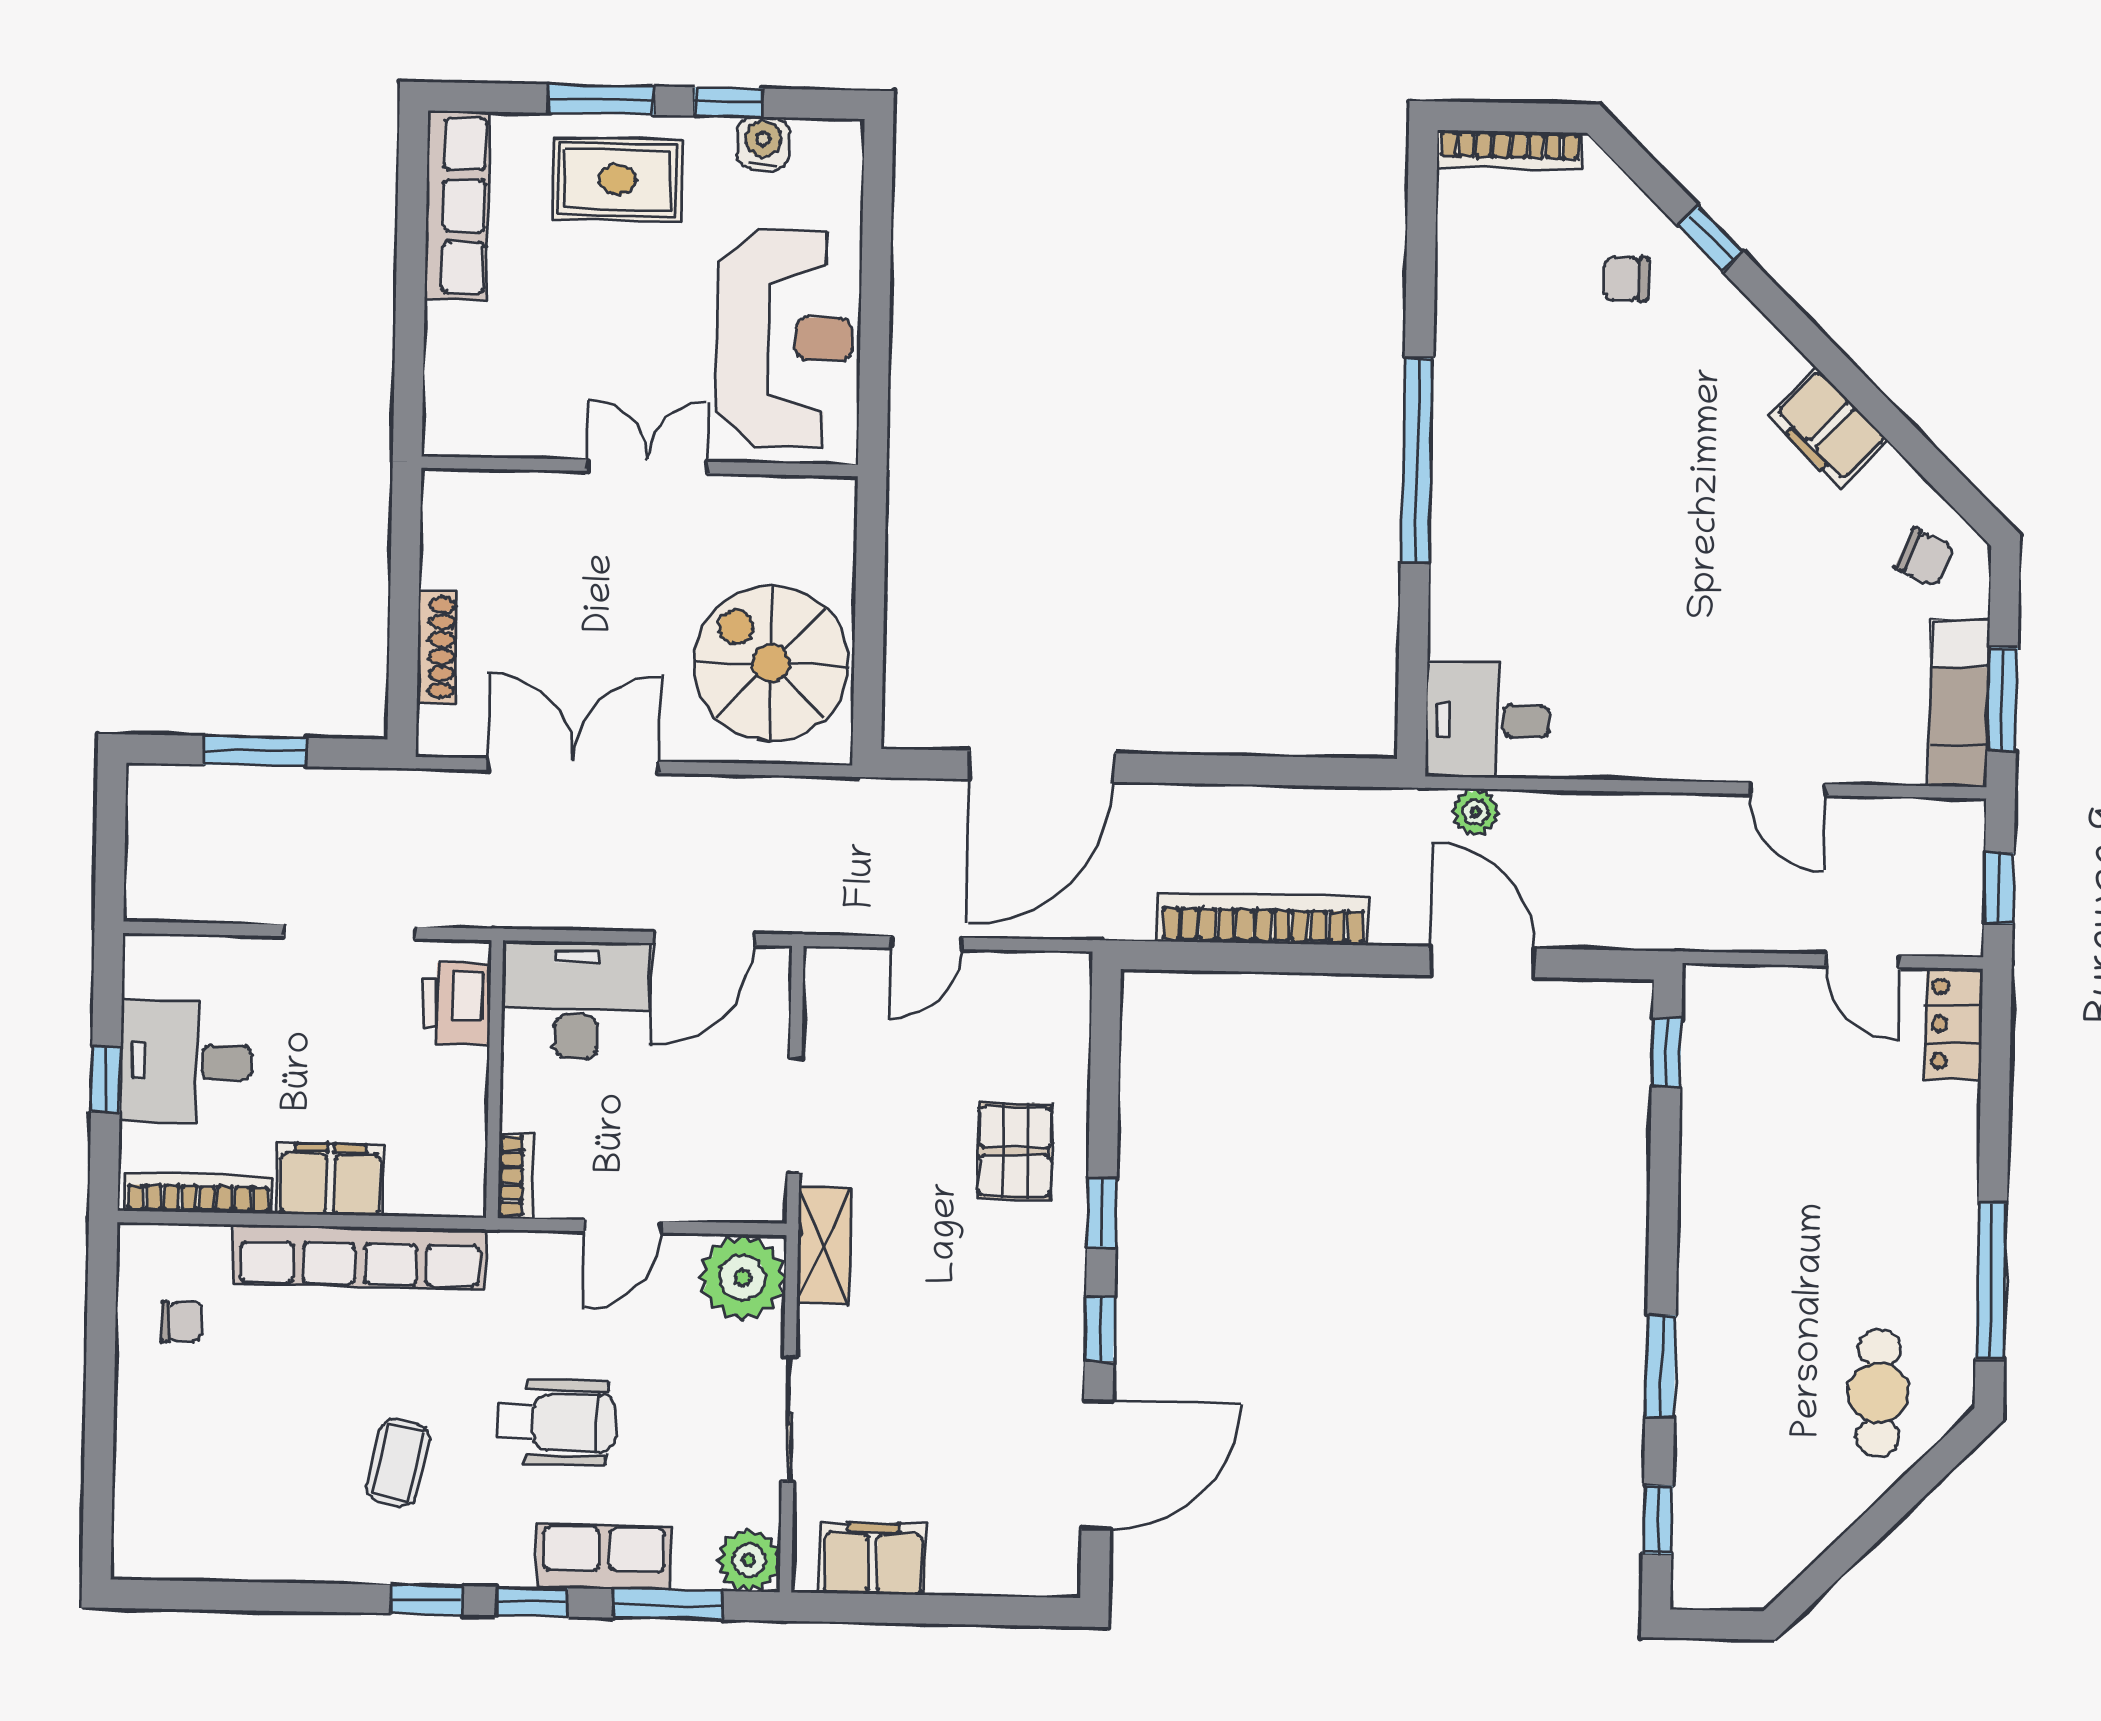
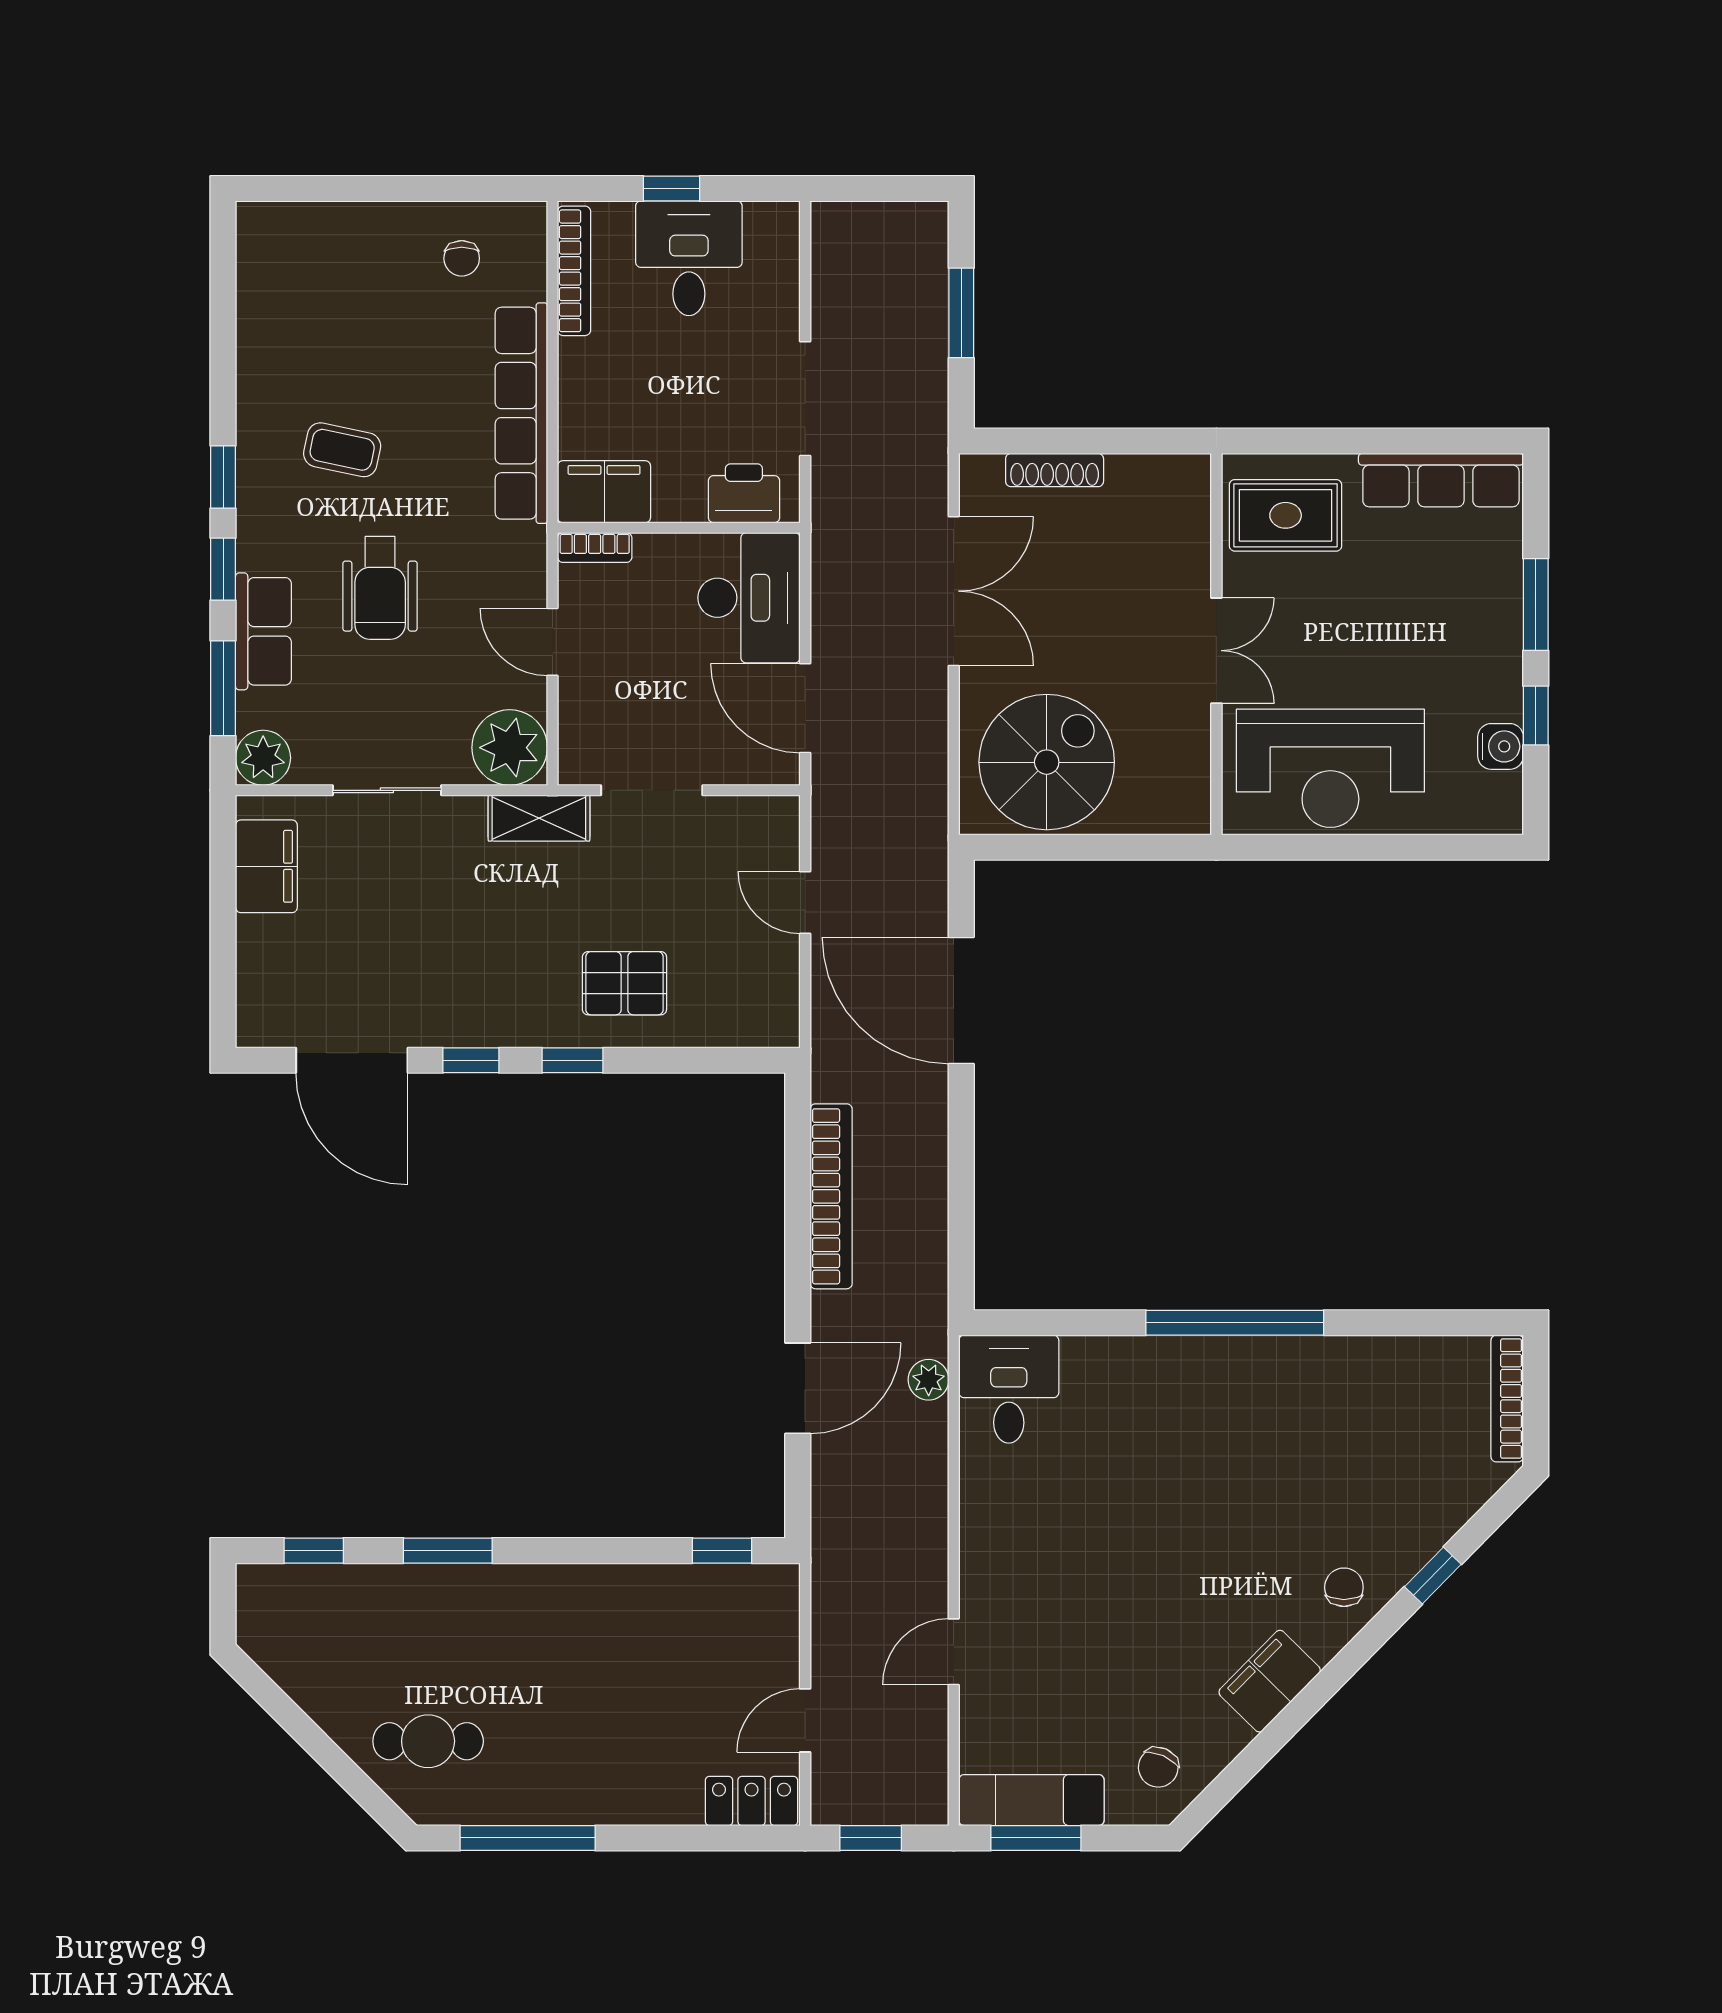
rug: (617, 179) -> (1286, 515), moved, turned 90
chair: (1626, 279) -> (1344, 1587), moved
filing cabinet: (330, 1179) -> (604, 492), moved, turned -90

